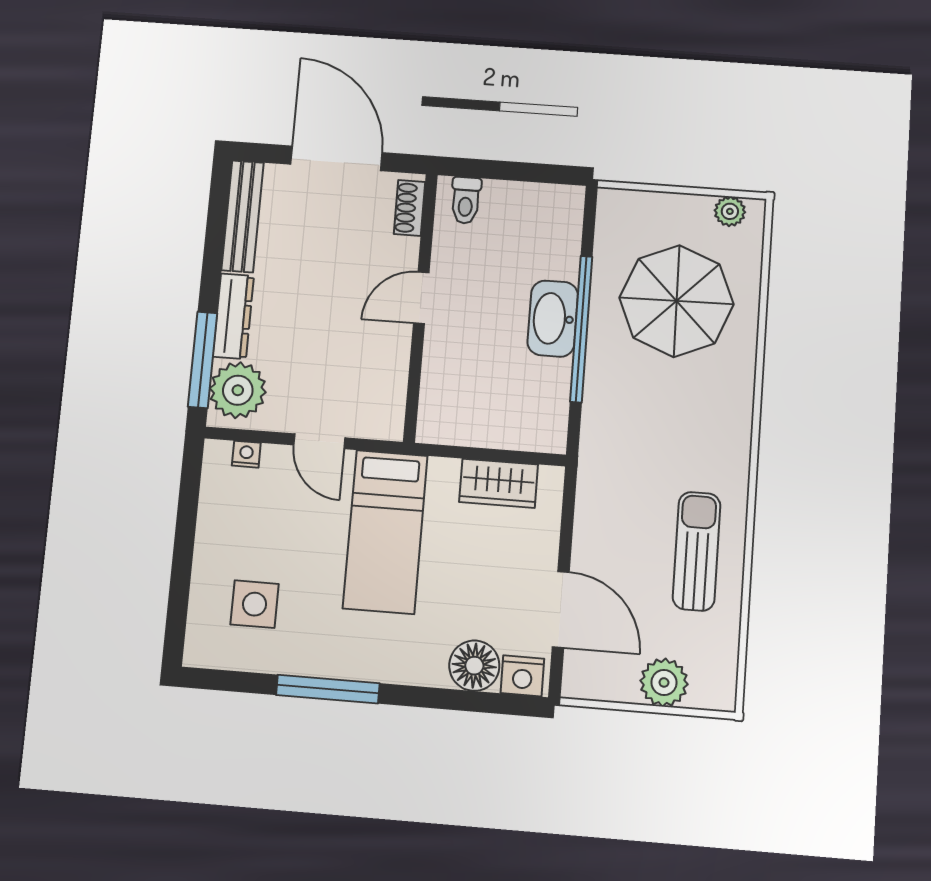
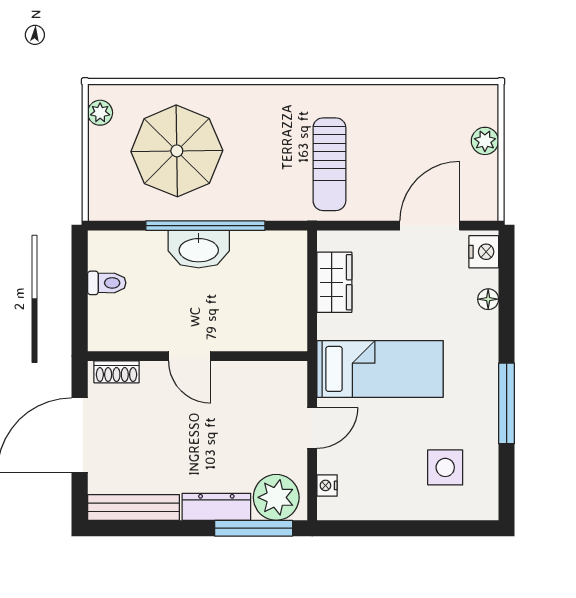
toilet: (466, 200) -> (107, 283), moved
sun lounger: (697, 551) -> (329, 164), moved, turned -90
floor lamp: (474, 666) -> (488, 299), width x0.53, depth x0.53
plant: (664, 682) -> (485, 141), width x0.73, depth x0.73

